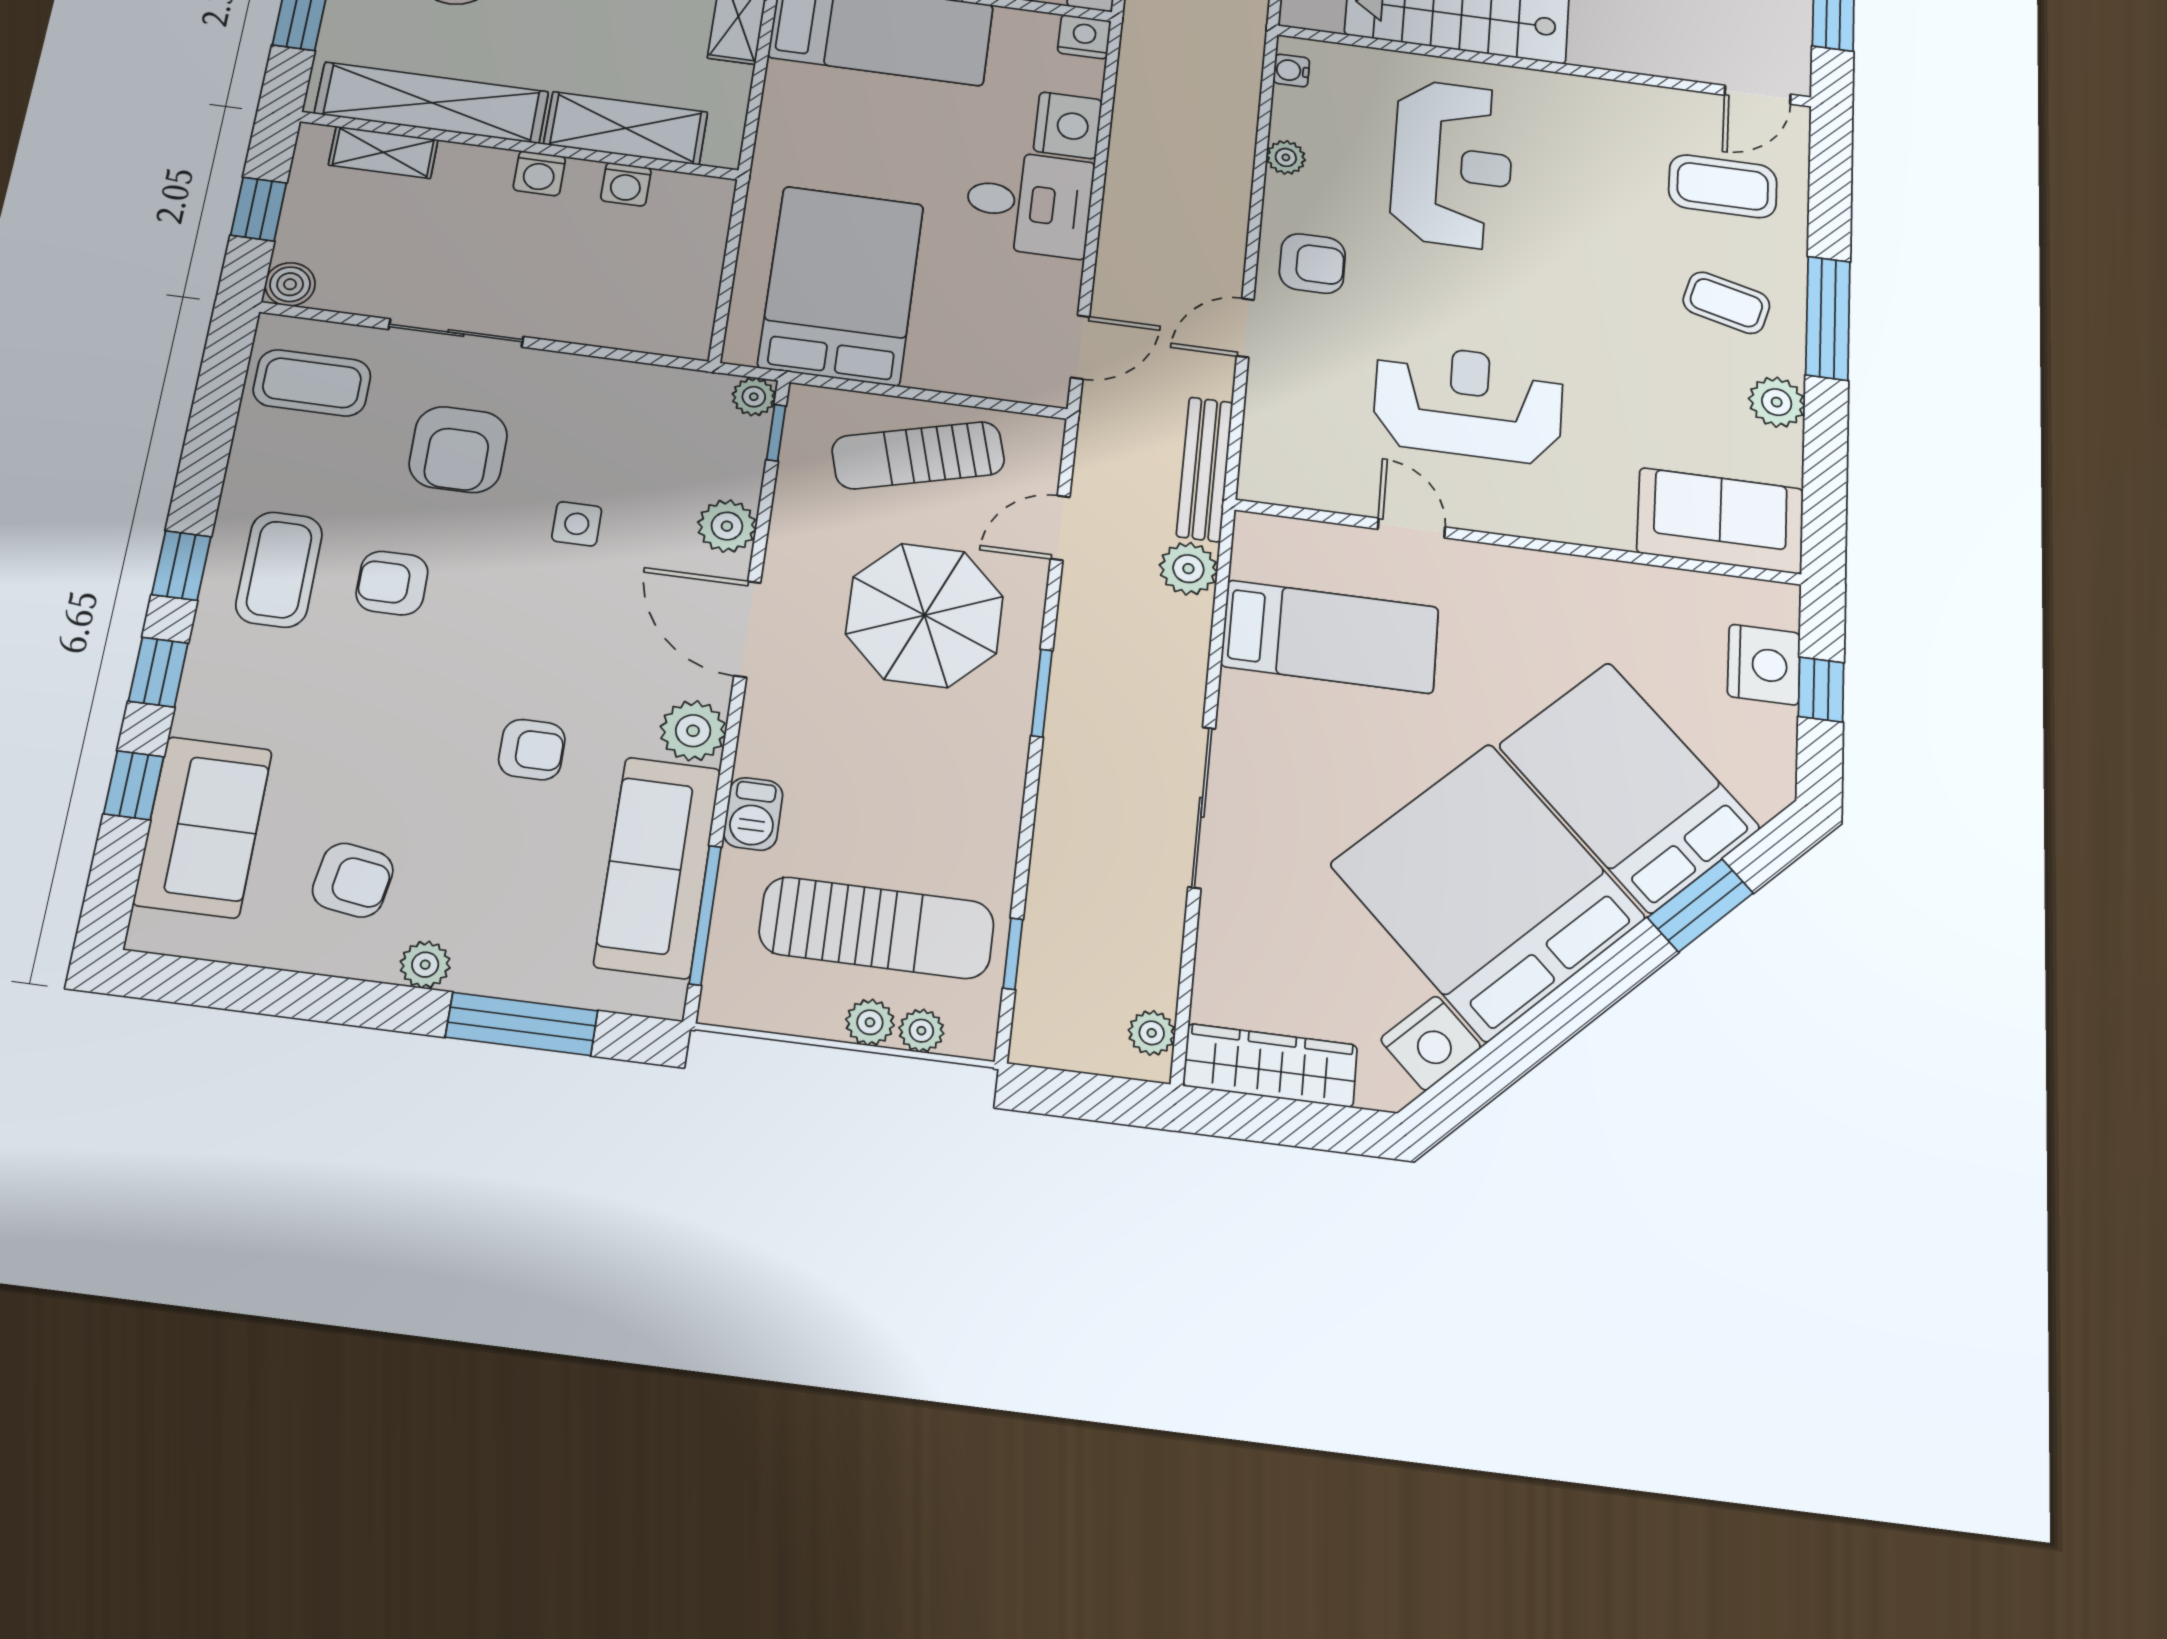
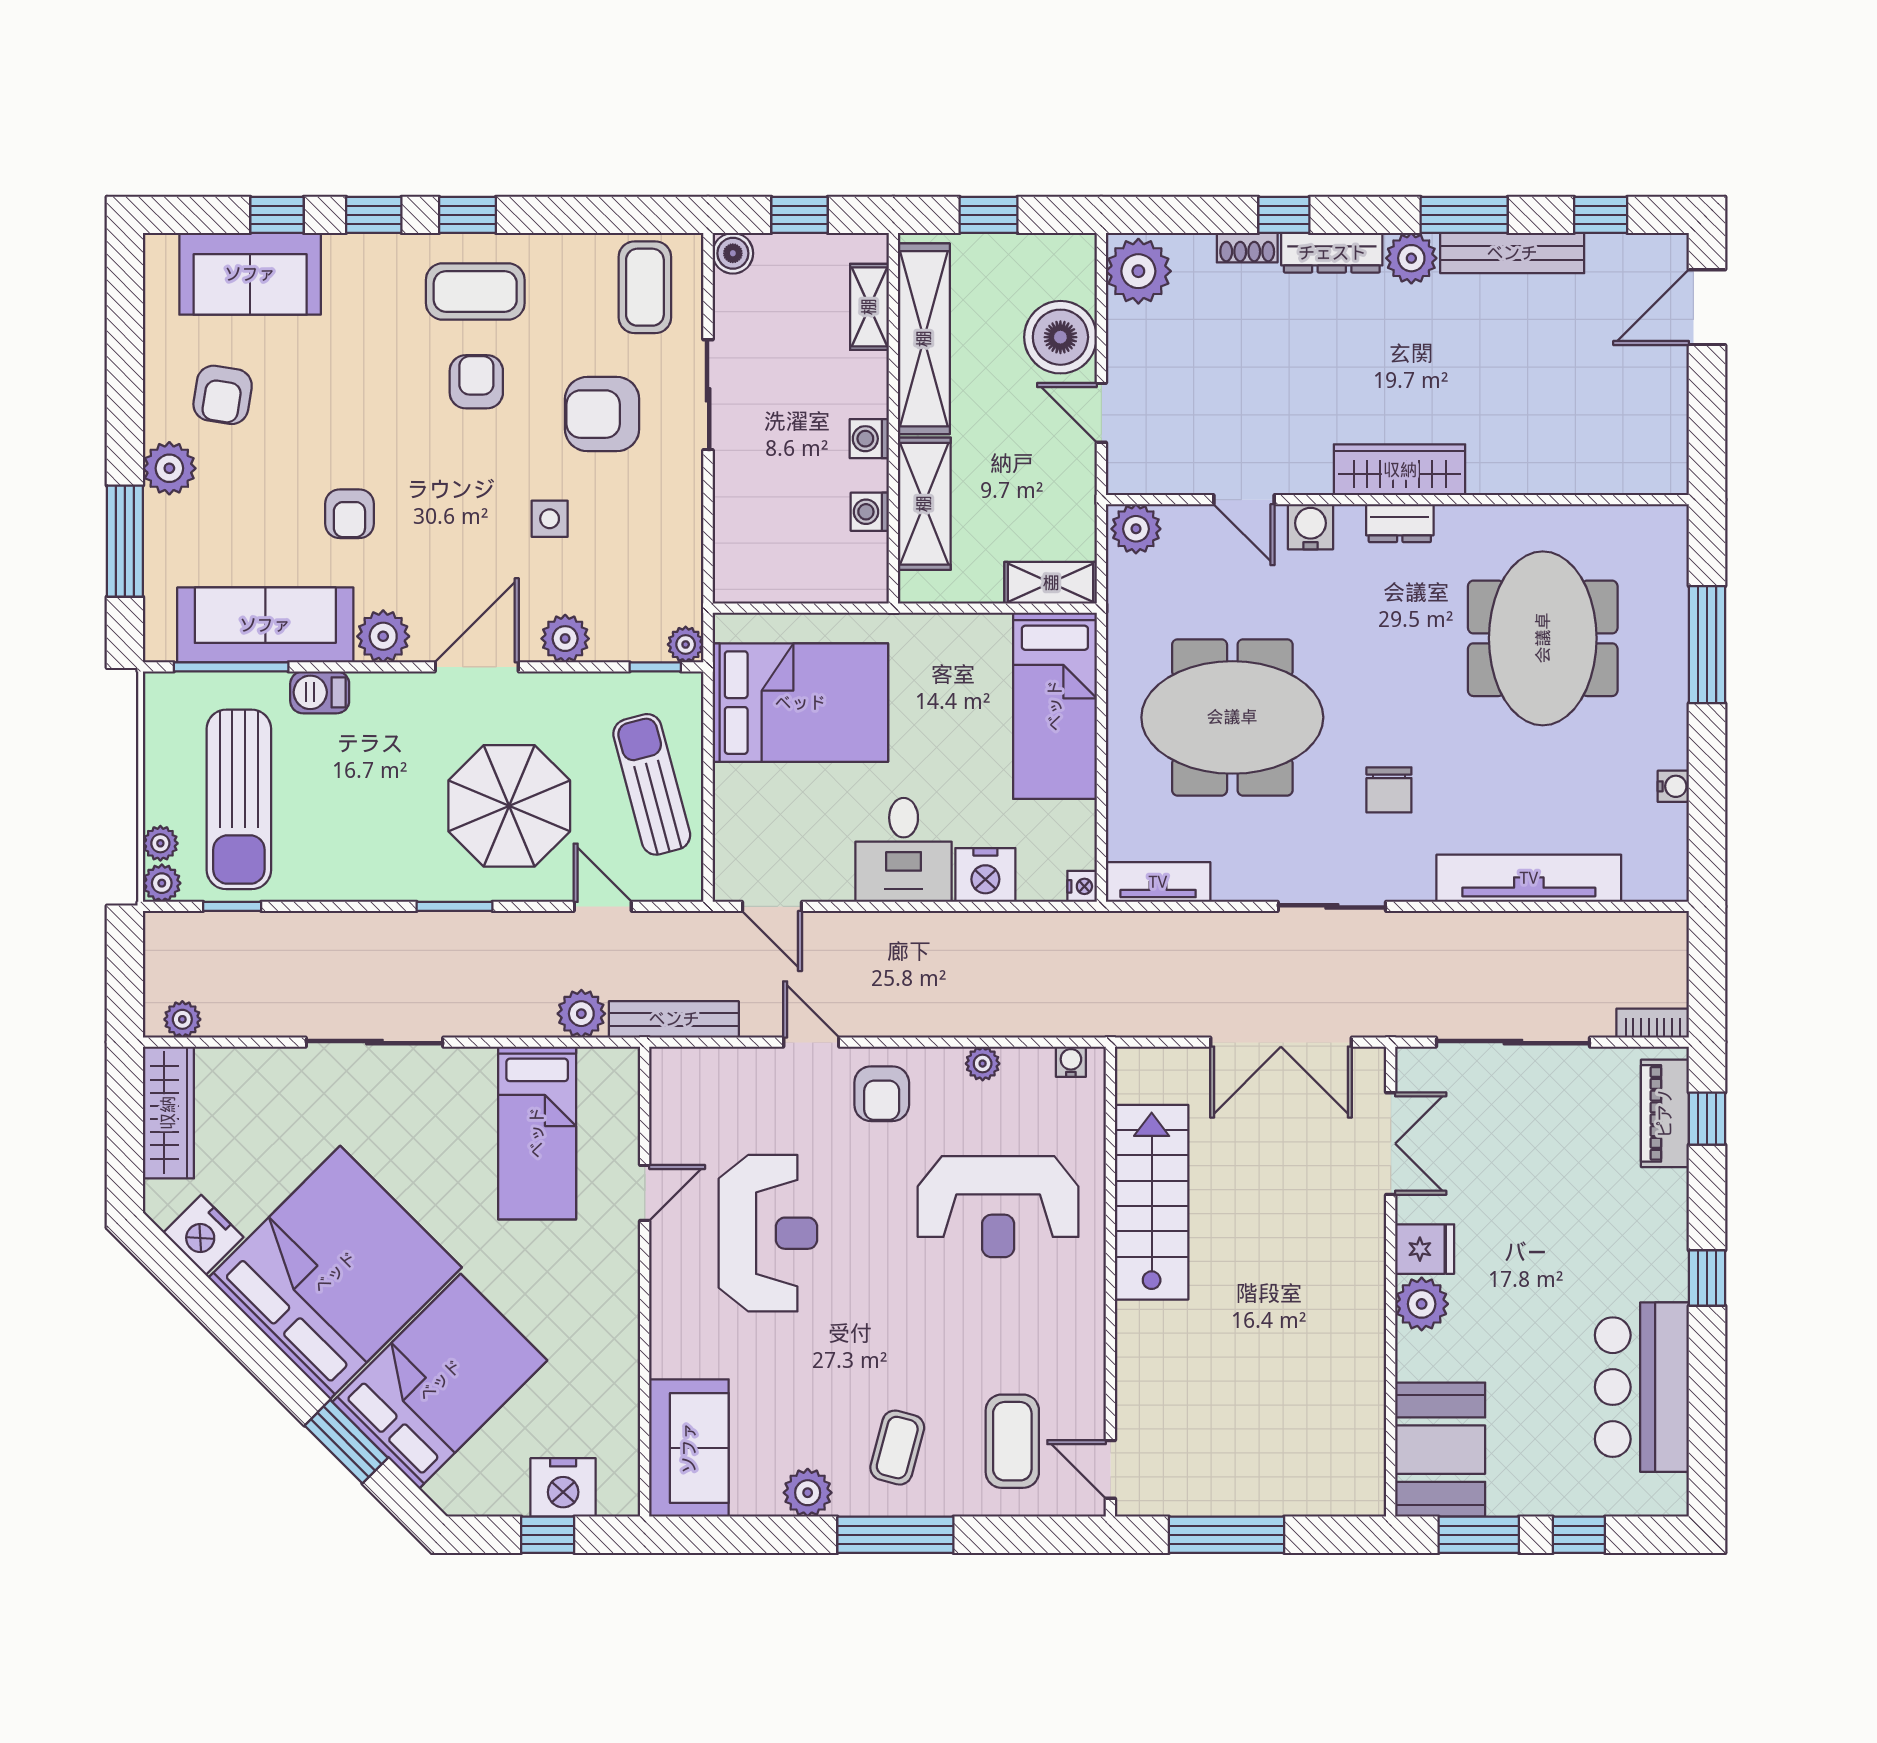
nightstand: (1084, 37) -> (1082, 886), width x0.72, depth x0.74
plant: (425, 965) -> (169, 468), width x1.38, depth x1.38
plant: (870, 1022) -> (162, 883), moved

